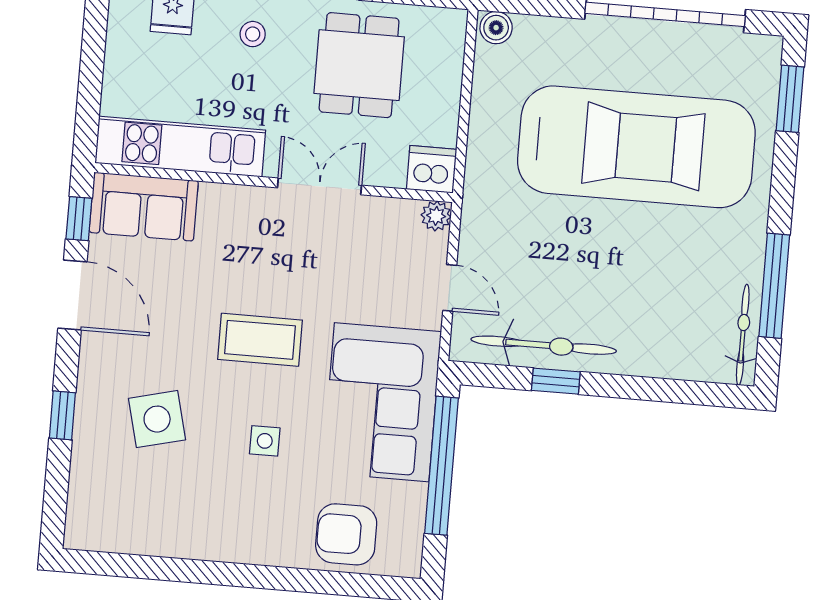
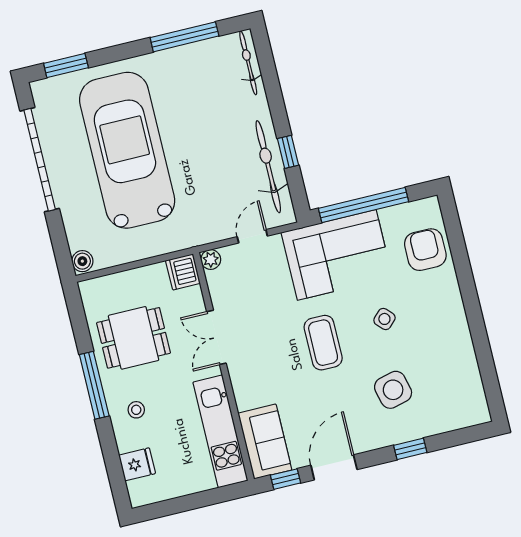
bicycle: (743, 335) -> (248, 63), moved, turned 90
side table: (265, 441) -> (384, 319), turned 45
armchair: (346, 534) -> (425, 250), turned 180

